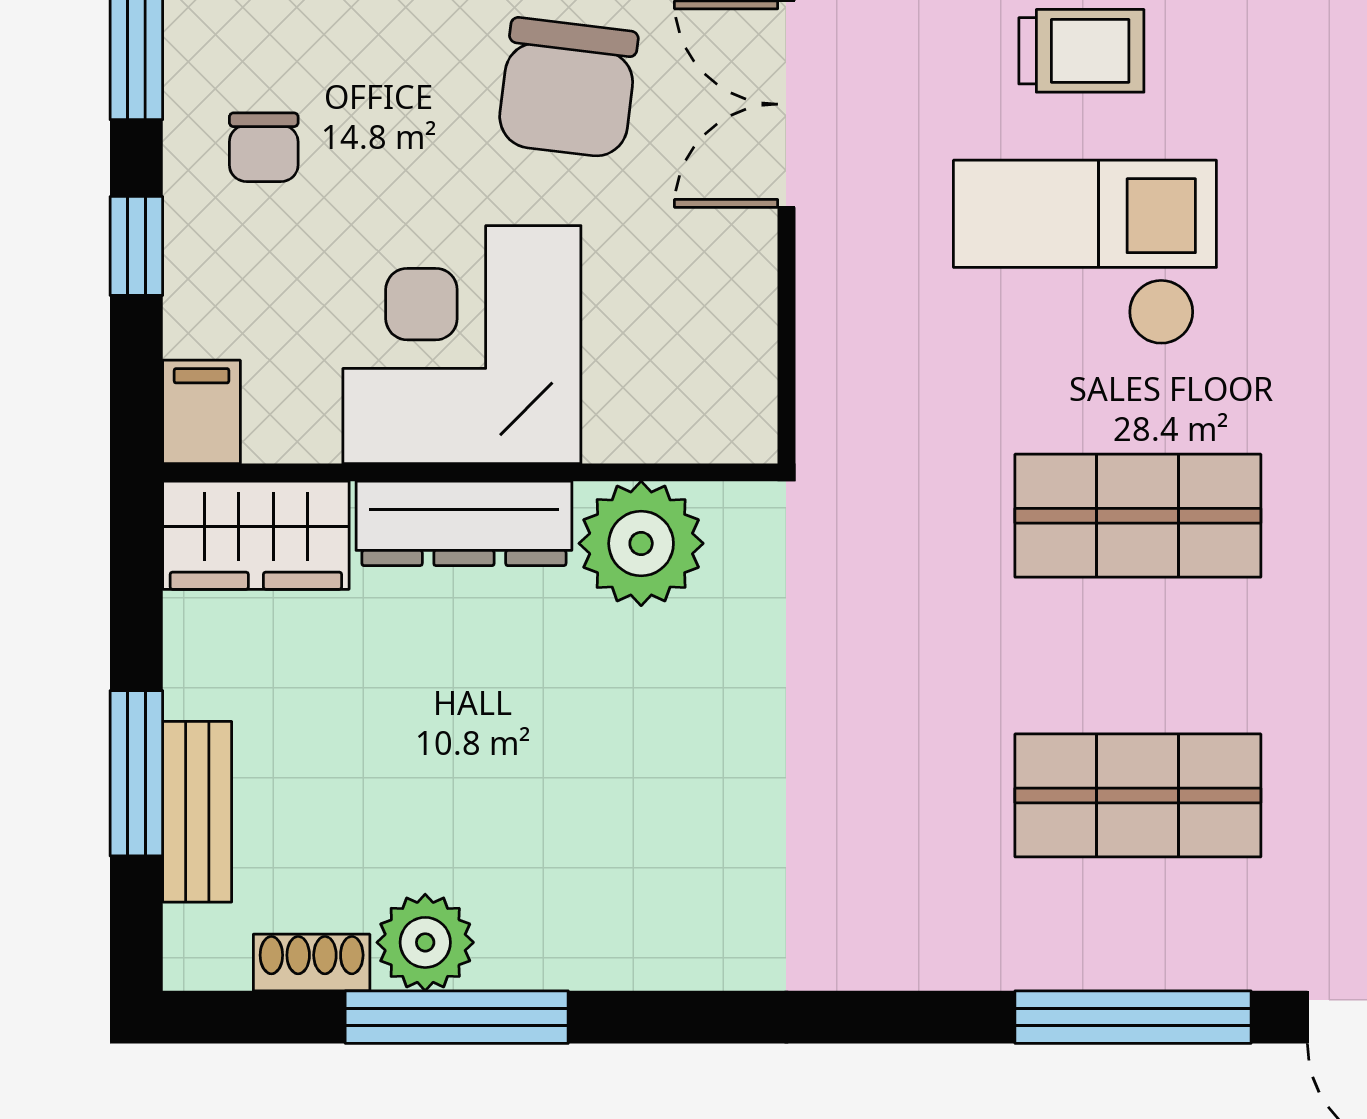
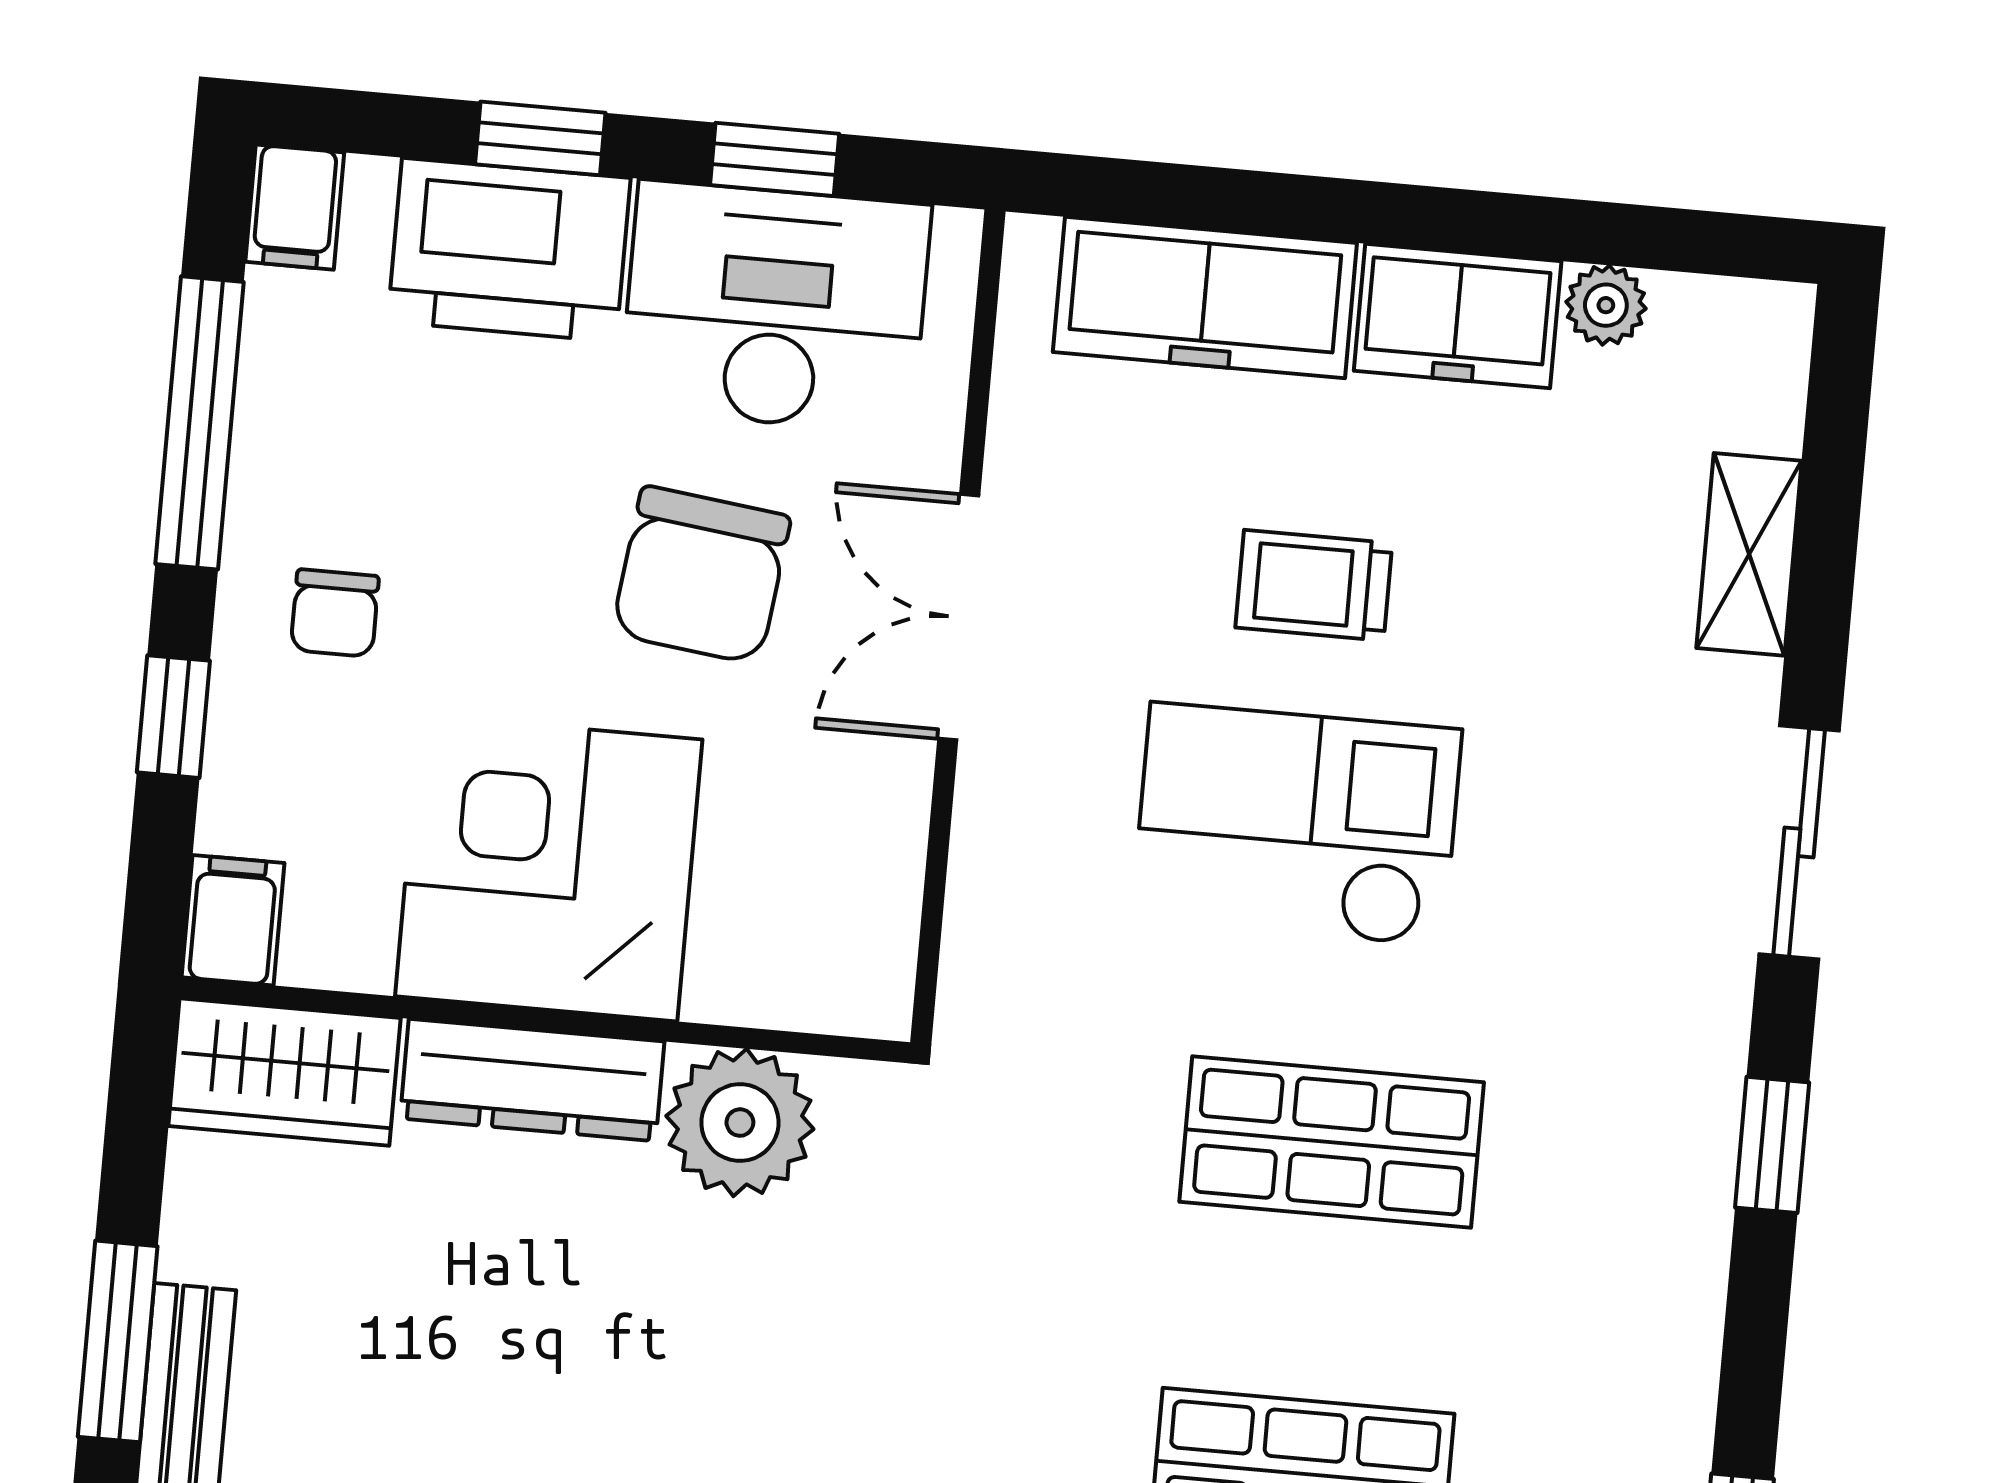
trolley: (1081, 51) -> (1314, 585), turned 180

